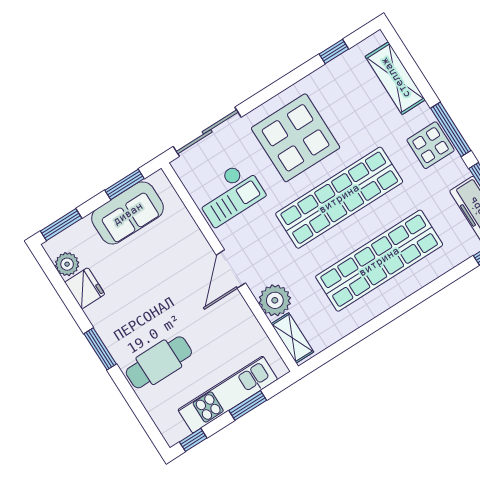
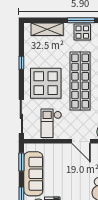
window: (334, 51) -> (21, 63), moved
checkout: (229, 194) -> (51, 123), turned 180
sofa: (128, 213) -> (33, 174), width x1.36

